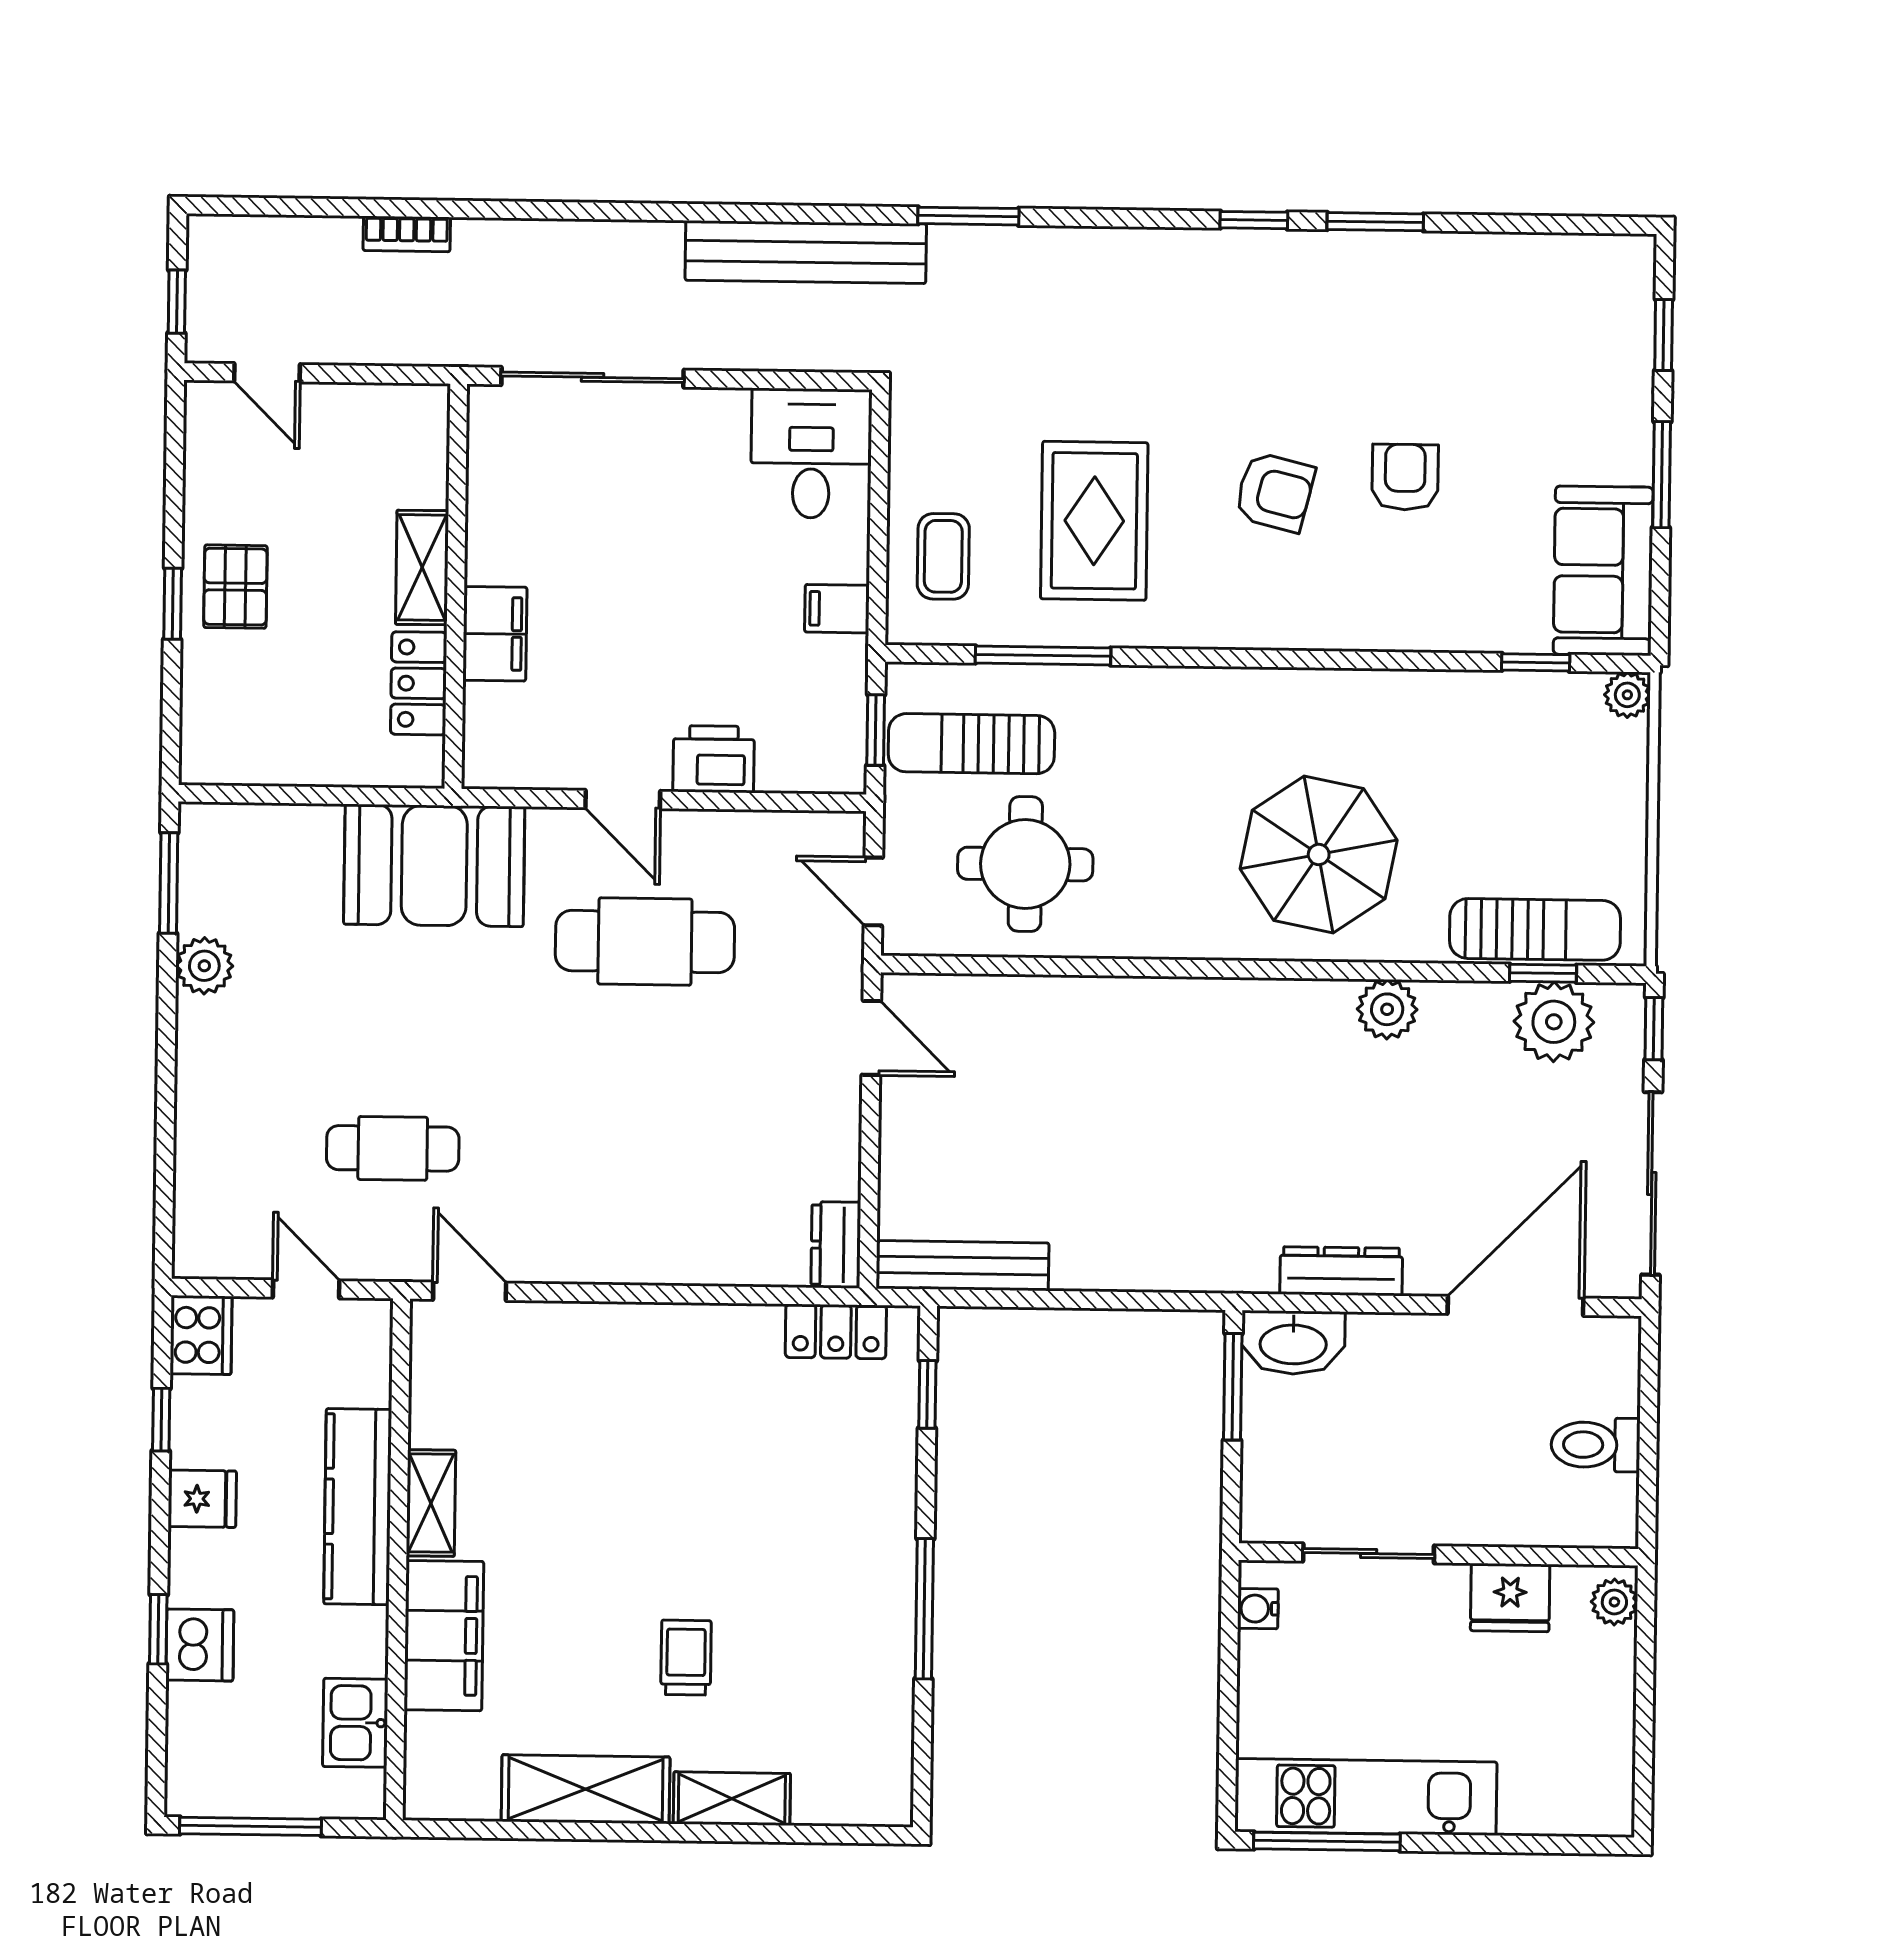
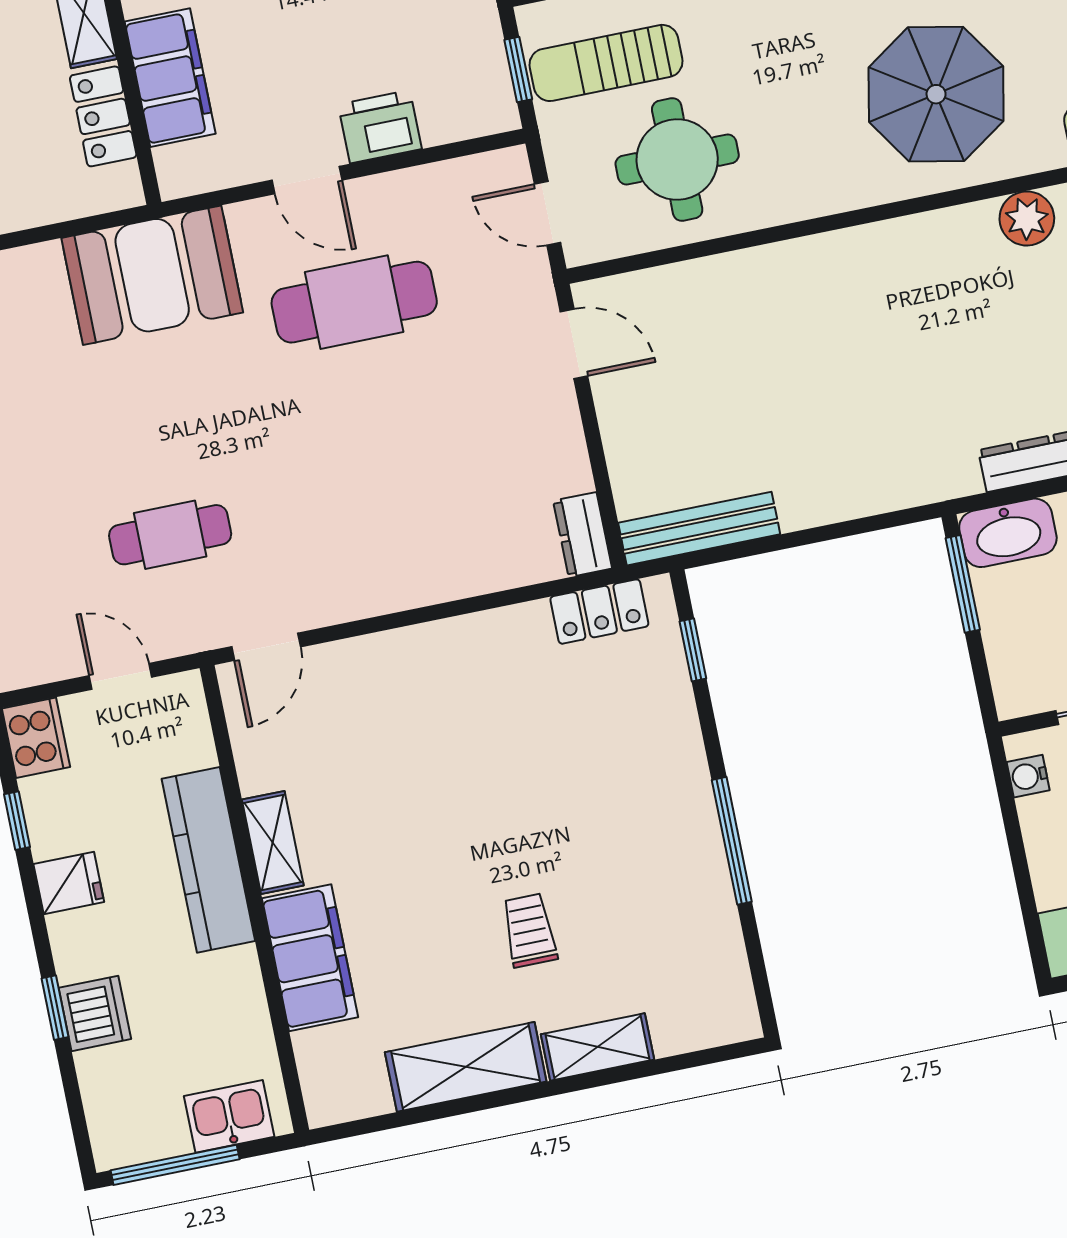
filing cabinet: (495, 634) -> (170, 78), width x1.50, depth x1.17
door: (470, 1291) -> (266, 647), swing flipped
kitchen sink: (355, 1723) -> (229, 1116), moved, turned 90

